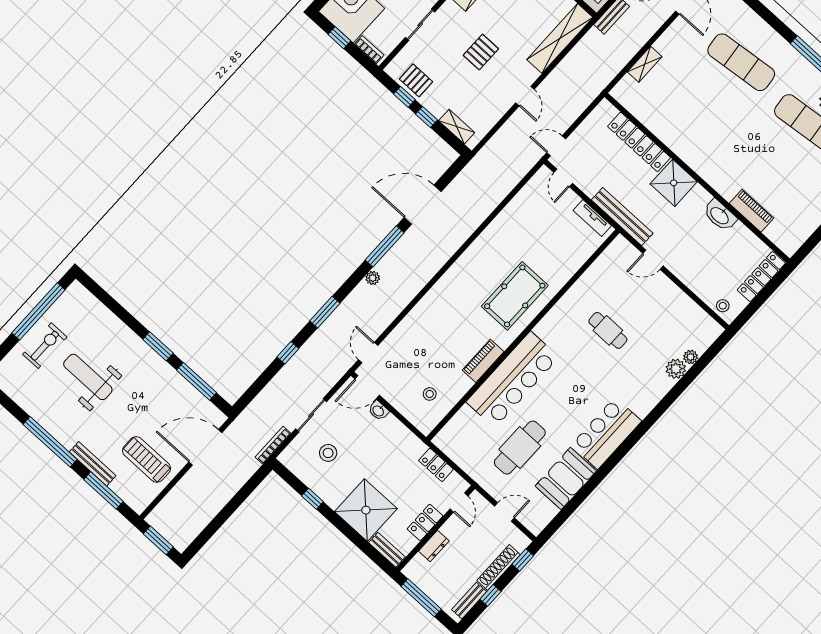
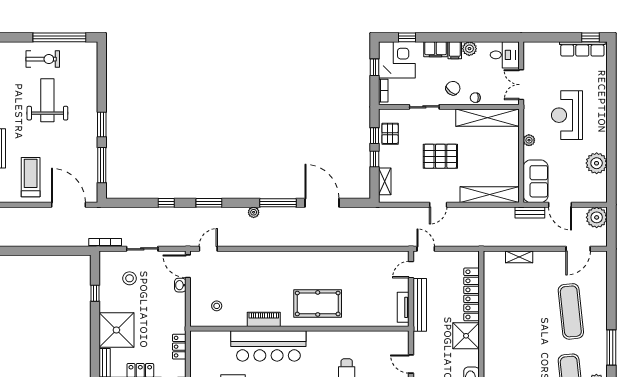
pallet: (481, 52) -> (440, 156), width x1.50, depth x1.42
bench: (622, 217) -> (420, 305), moved

